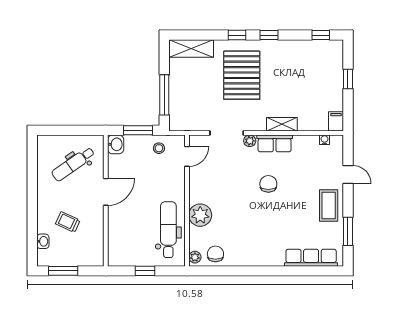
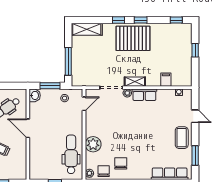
pallet: (242, 75) -> (133, 38), moved, turned 90
filing cabinet: (336, 121) -> (166, 80), moved
shelving: (282, 124) -> (135, 82), moved
chair: (268, 184) -> (121, 163), moved
door: (106, 192) -> (28, 128), swing flipped

